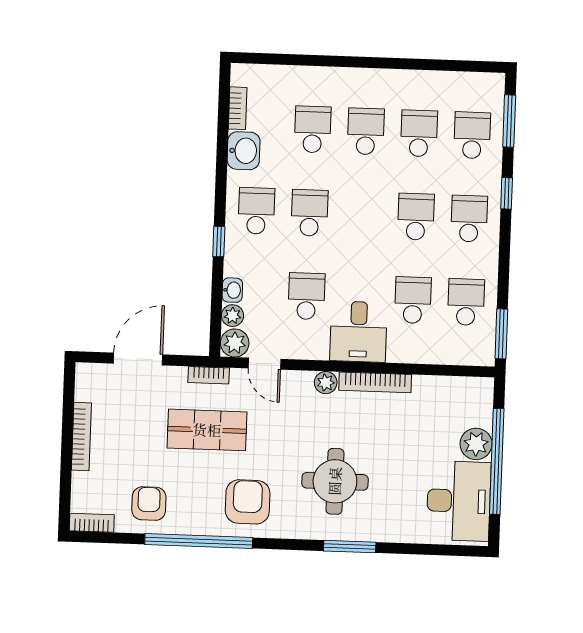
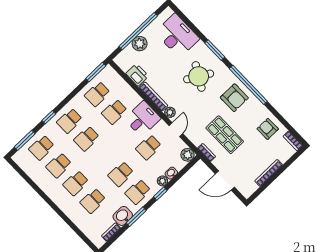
window: (221, 170) -> (136, 217), added
plant: (232, 316) -> (162, 181), moved
door: (264, 364) -> (176, 130), moved
printer: (433, 392) -> (137, 75), added
round table: (335, 481) -> (199, 76), turned 30
desk: (459, 501) -> (177, 36), moved, turned 90
armchair: (248, 502) -> (234, 98), turned -90
armchair: (149, 504) -> (268, 129), turned 90
window: (199, 541) -> (248, 85), moved

